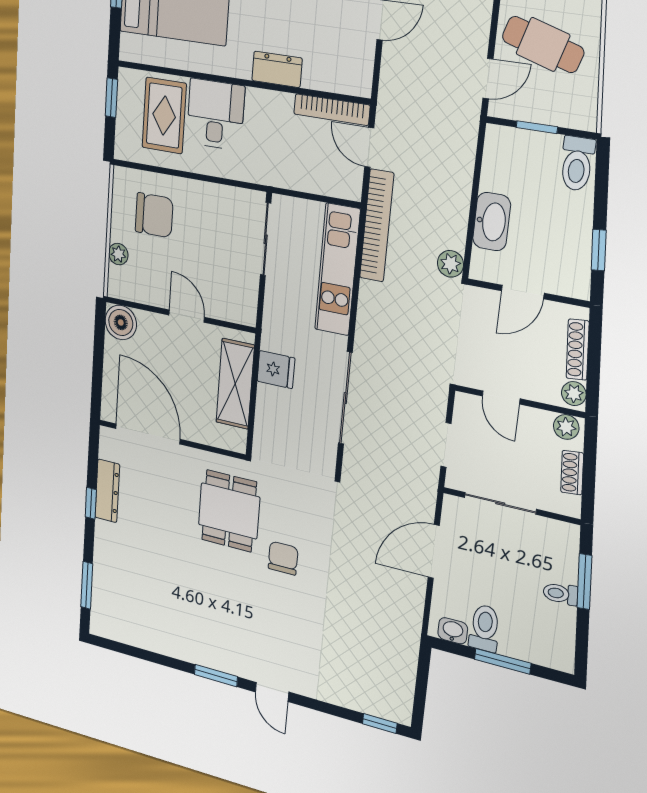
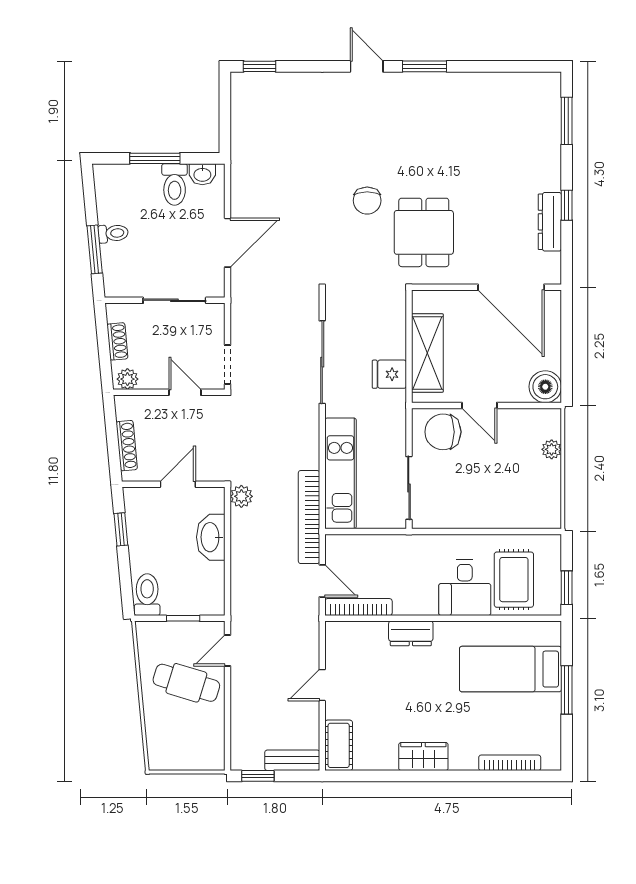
chair: (154, 215) -> (443, 432), moved
plant: (574, 394) -> (125, 408), removed
doorway: (446, 445) -> (228, 365), moved

